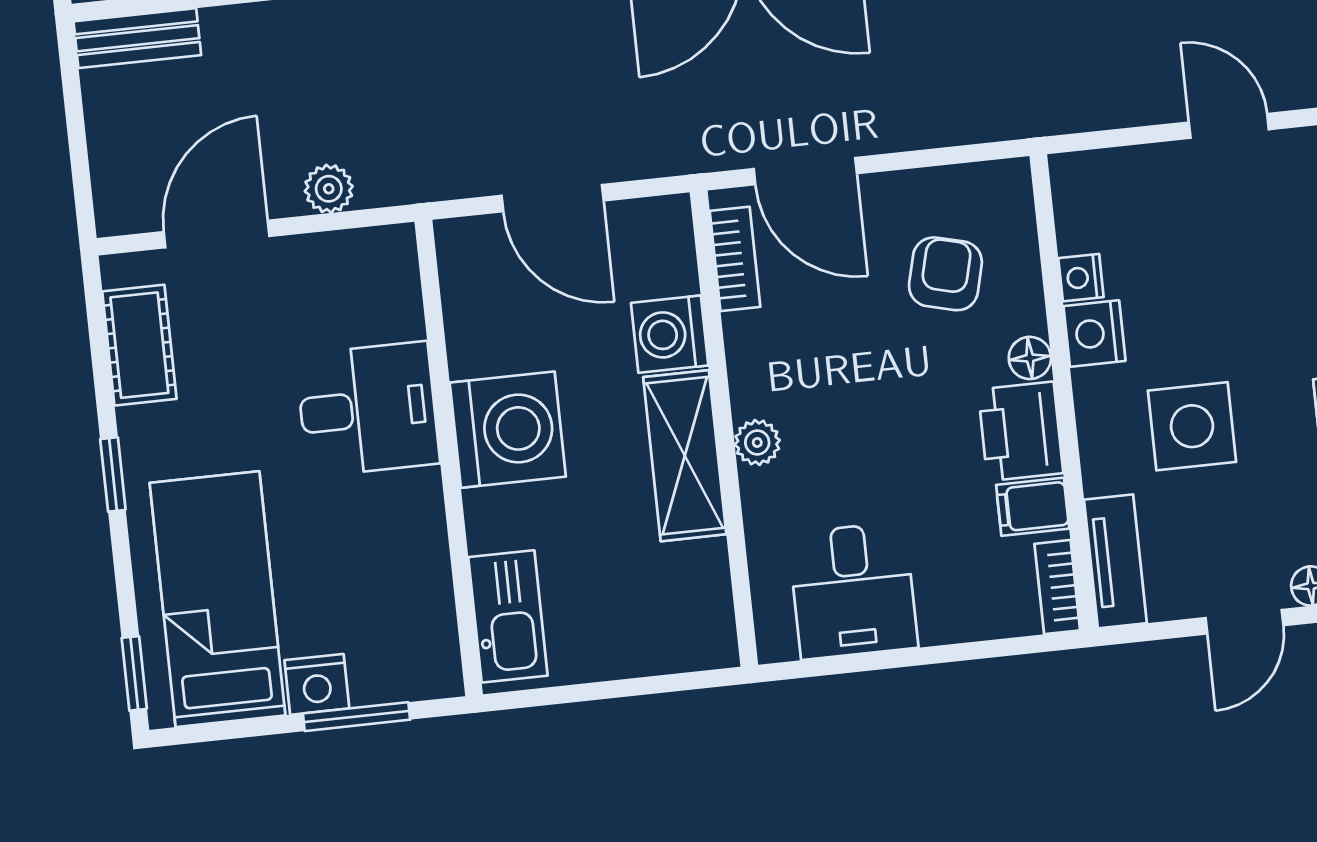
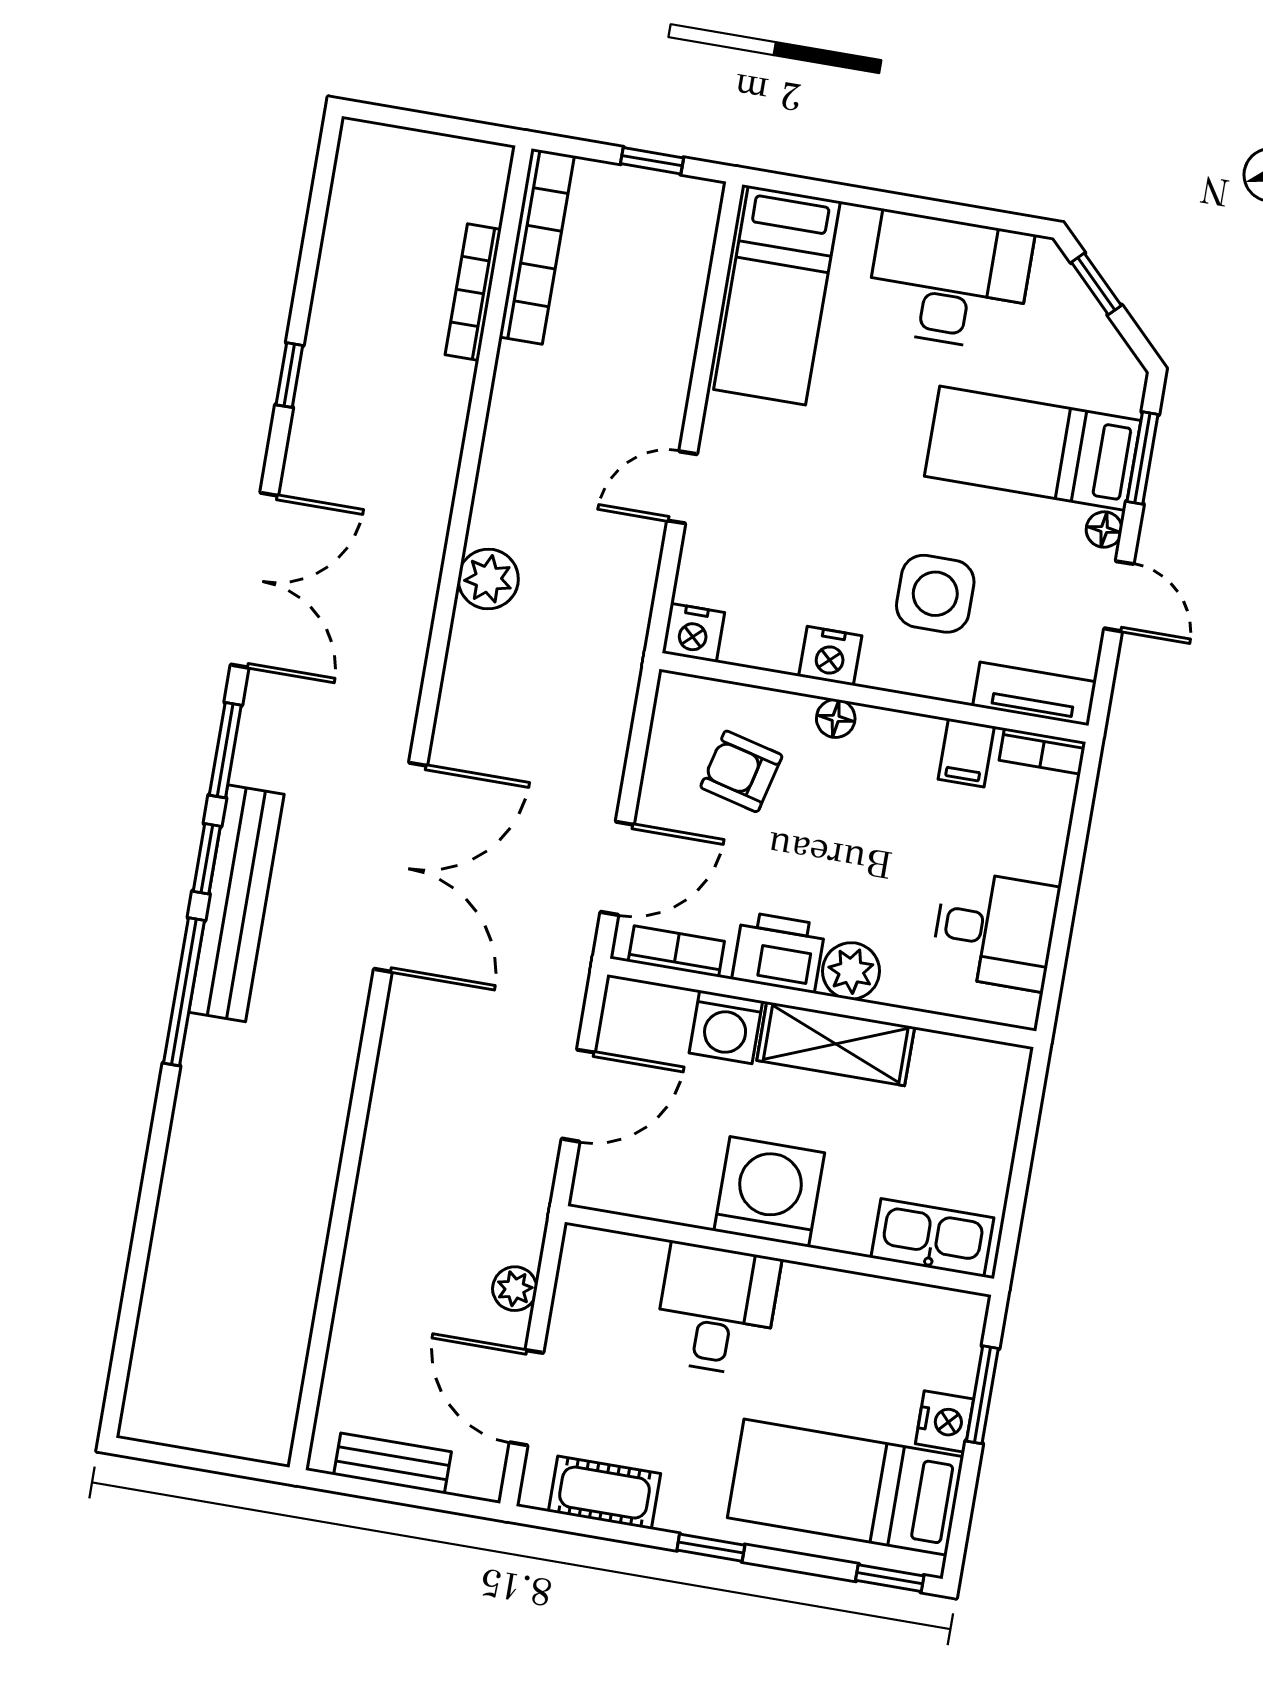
bench: (137, 38) -> (393, 1463), moved, turned 90
nightstand: (1081, 278) -> (693, 633), moved, width x1.39, depth x1.35
printer: (1021, 431) -> (779, 952), moved, turned 180
plant: (757, 442) -> (851, 971), width x1.38, depth x1.38

